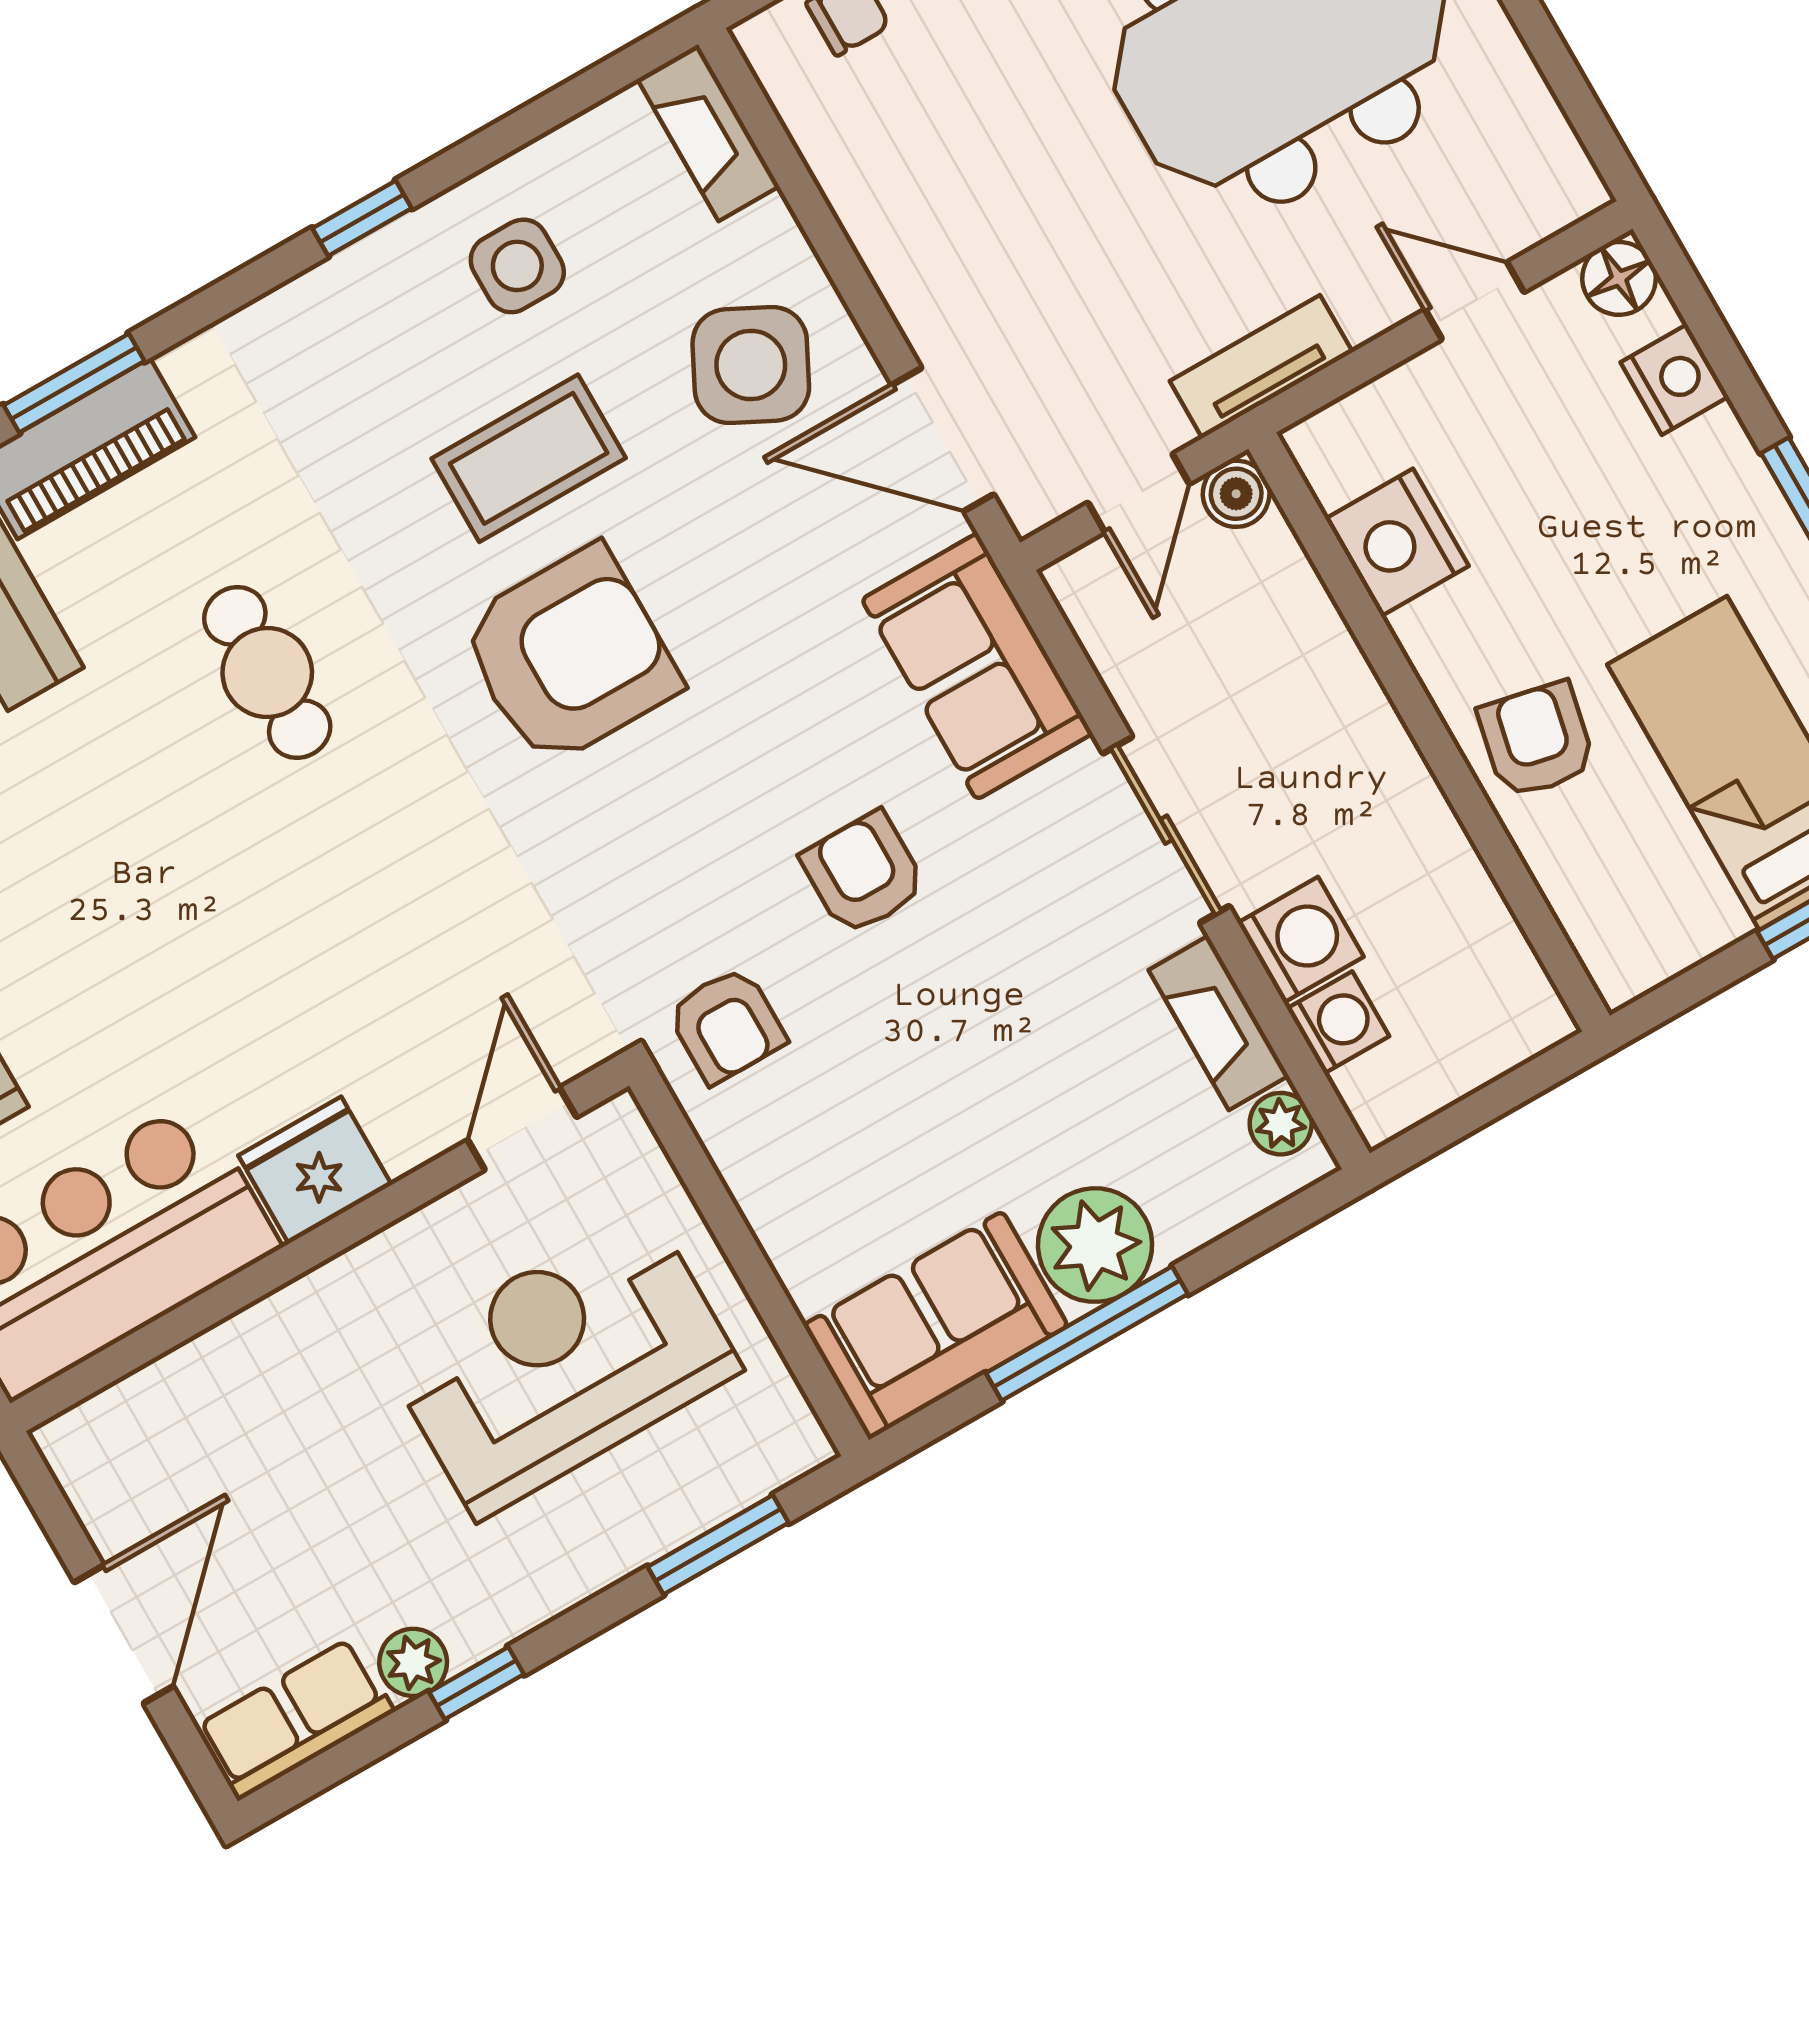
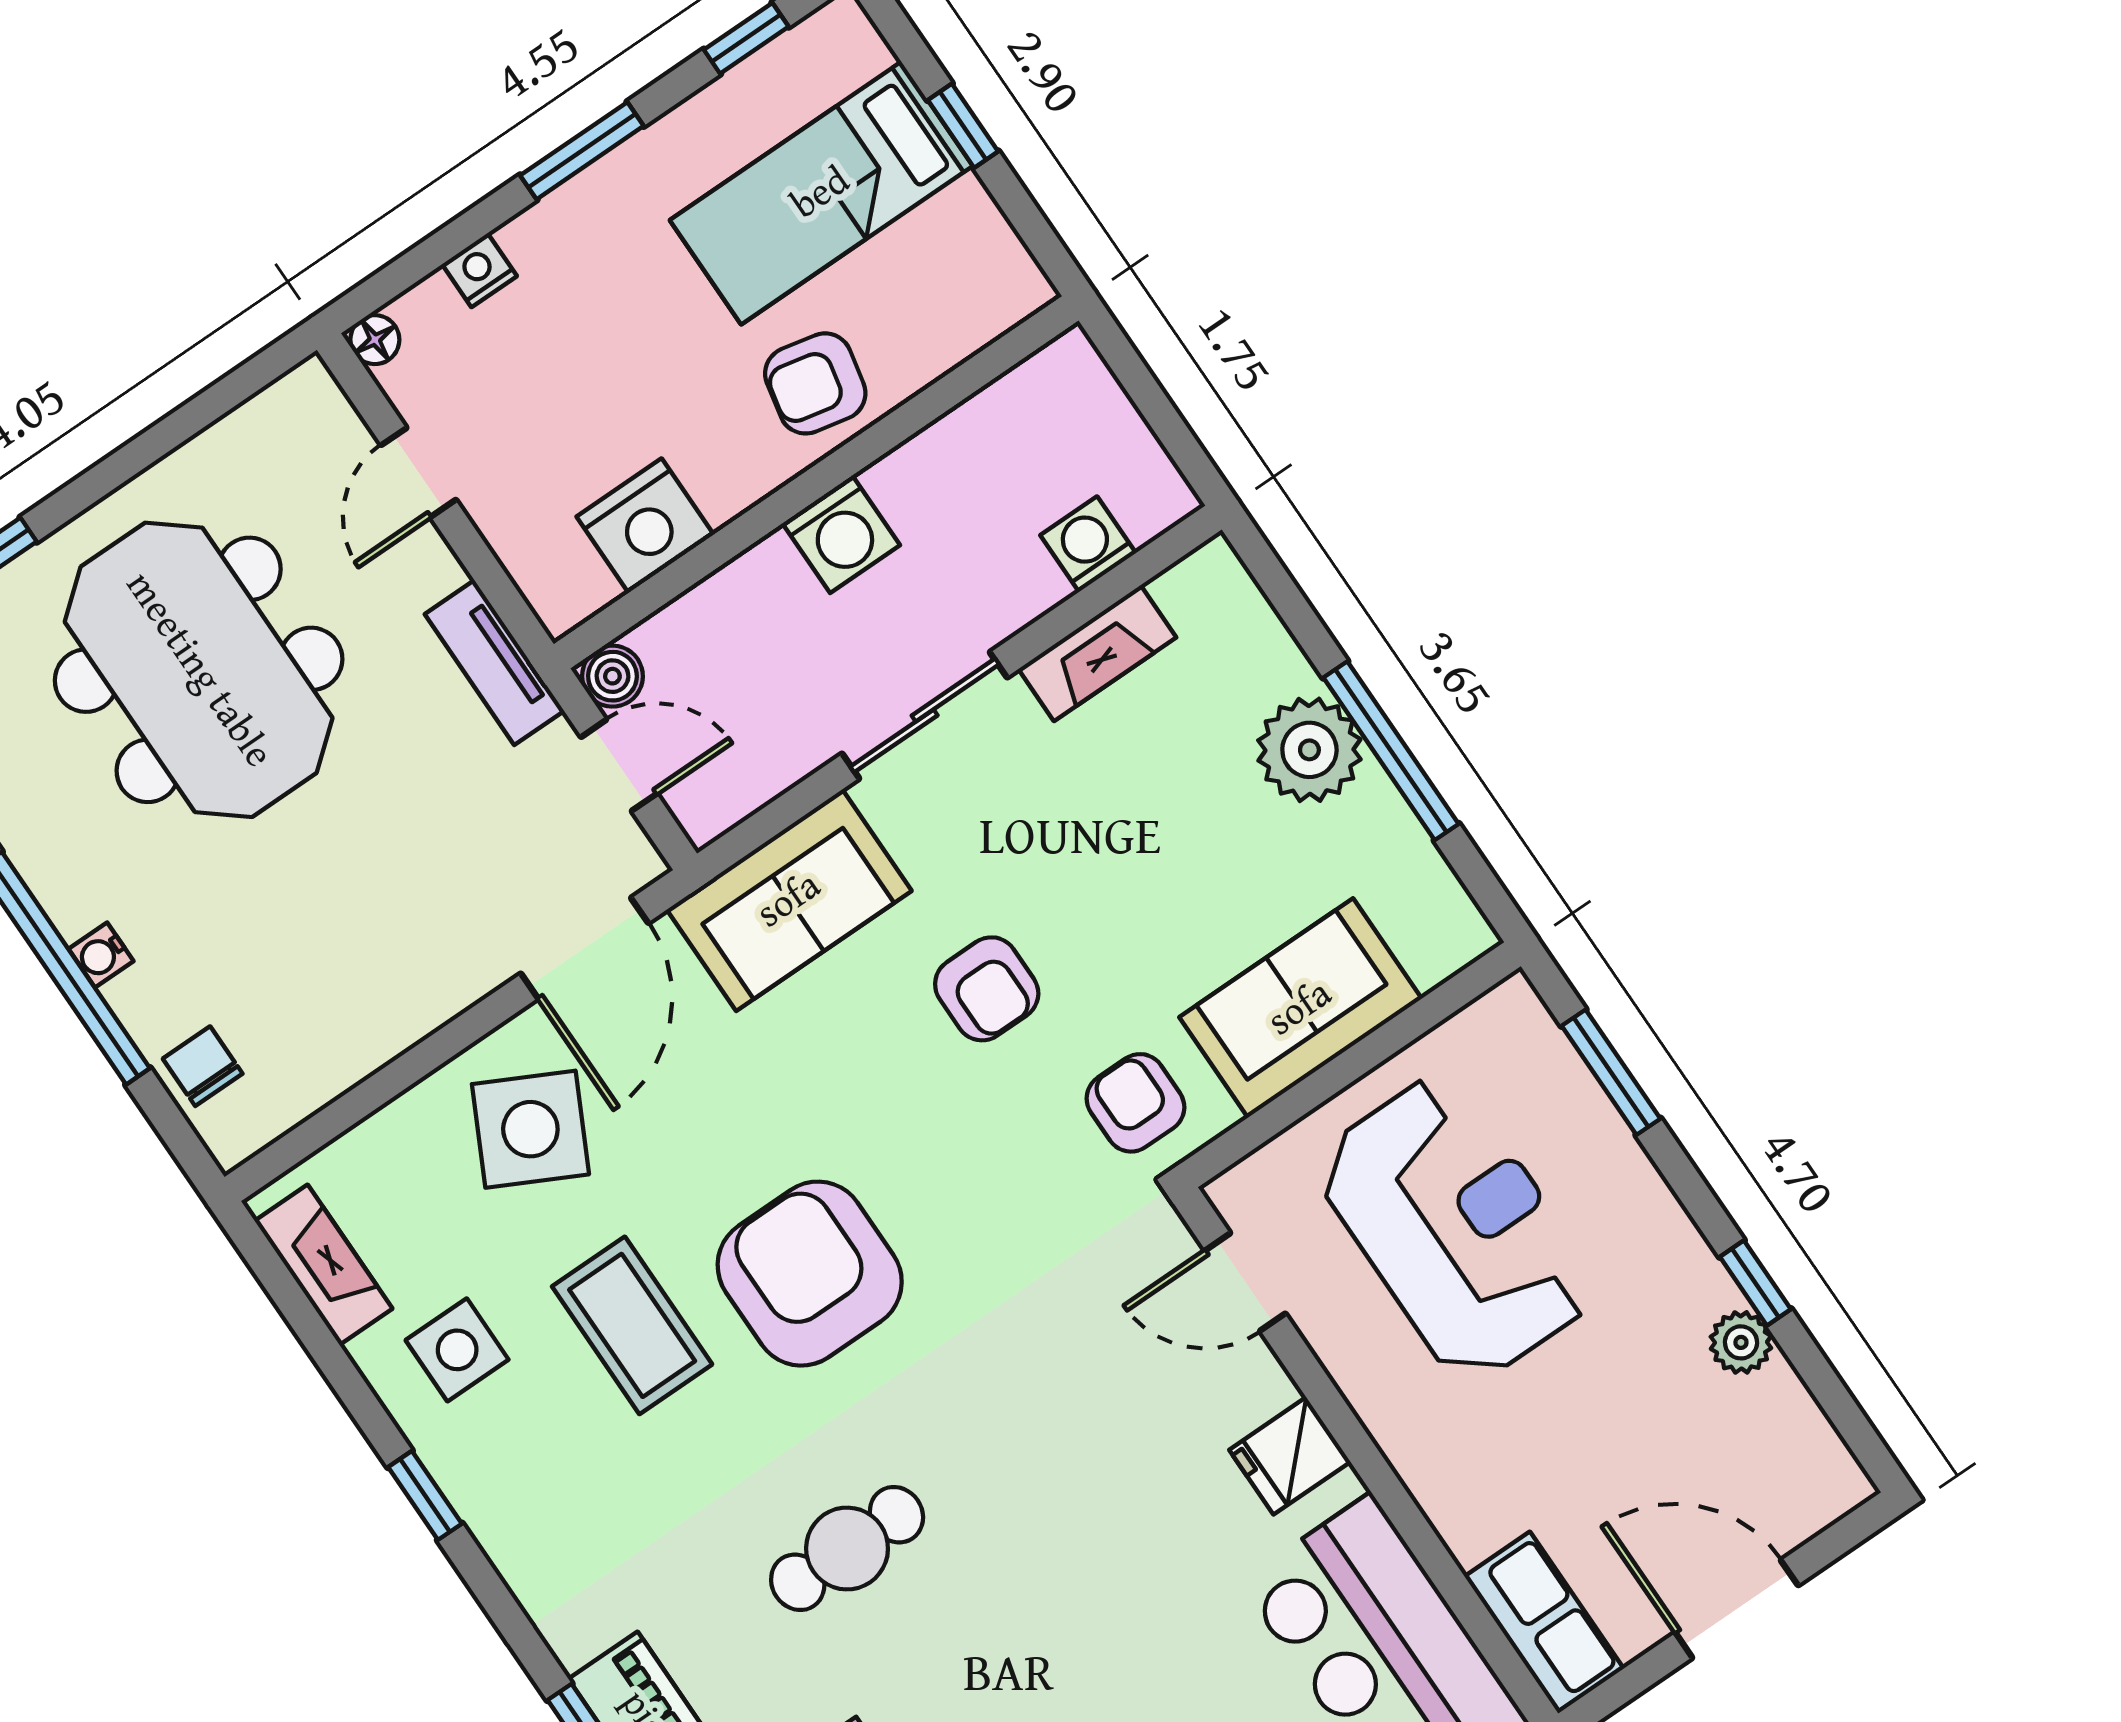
fireplace: (708, 133) -> (324, 1265), moved, turned -90
floor lamp: (1619, 278) -> (375, 340), width x0.73, depth x0.73
nightstand: (1675, 379) -> (479, 270), width x0.72, depth x0.74
armchair: (863, 873) -> (987, 989), turned -90
washing machine: (1301, 940) -> (841, 534), moved, turned 180
armchair: (727, 1025) -> (1135, 1103), turned -90
plant: (1281, 1124) -> (1185, 589), removed
fridge: (315, 1170) -> (1290, 1456), width x0.72
sofa: (936, 1325) -> (1300, 1008), moved, turned 90
reception desk: (562, 1363) -> (1456, 1228), turned 180
row of seats: (295, 1719) -> (1544, 1622), moved, turned 180

